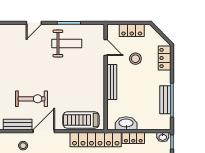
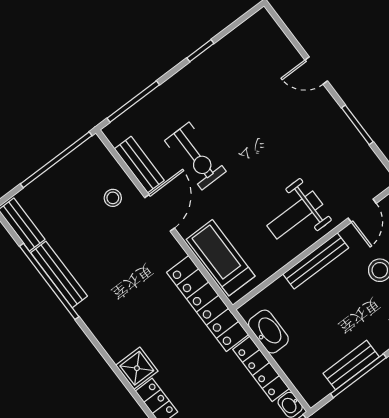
weight bench: (67, 43) -> (295, 215), moved, turned 90
door: (44, 131) -> (160, 213), hinge flipped
locker: (133, 138) -> (261, 369), width x1.53

